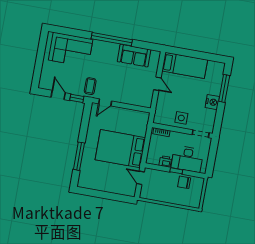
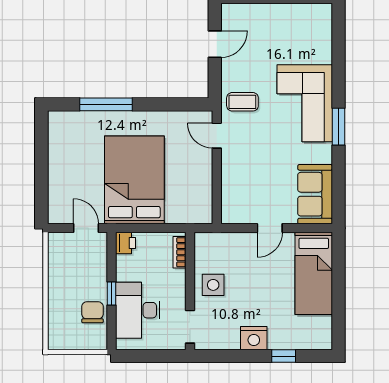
window: (112, 39) -> (339, 127), width x0.47
corner sofa: (71, 50) -> (305, 103), moved
sofa: (134, 56) -> (315, 194), moved
window: (224, 88) -> (284, 356), width x0.46
window: (77, 98) -> (215, 81), removed
printer: (165, 161) -> (126, 243), moved
door: (141, 178) -> (86, 228), hinge flipped

